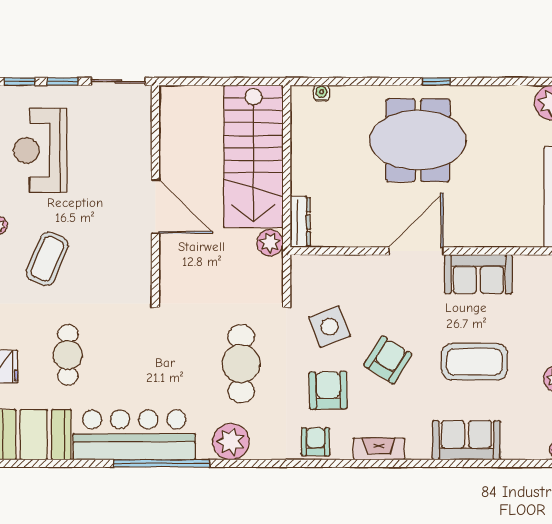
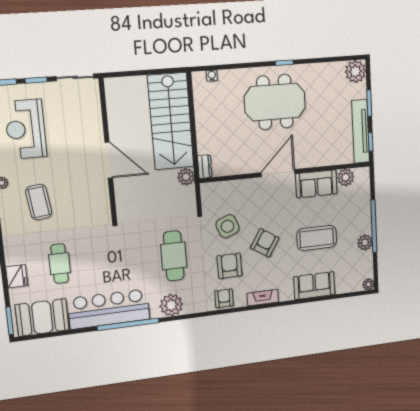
dresser: (300, 222) -> (205, 166), width x0.70
coffee table: (47, 259) -> (39, 202), turned -30
plant: (528, 268) -> (346, 177), added

